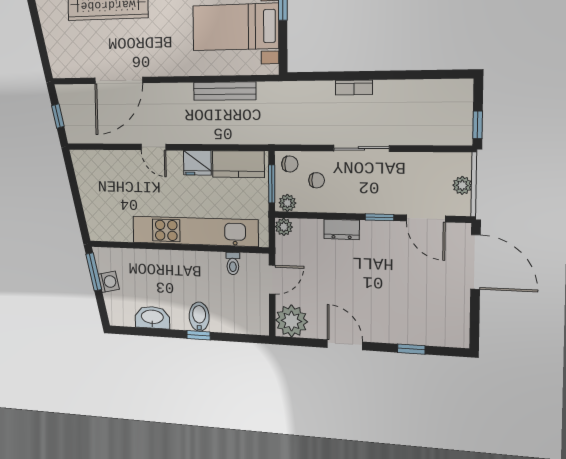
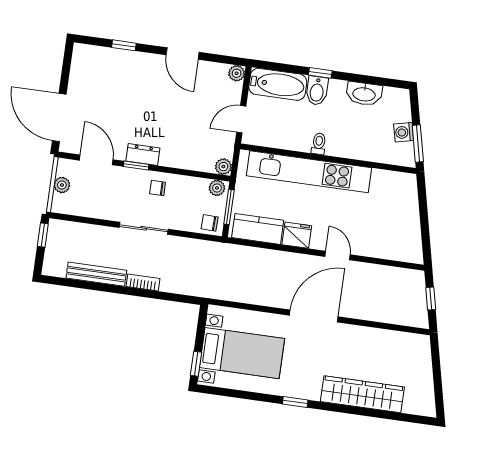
door: (119, 80) -> (314, 316), moved
bench: (225, 91) -> (96, 274), moved
chair: (317, 180) -> (158, 188), moved
dresser: (342, 229) -> (143, 154), moved
toilet: (233, 264) -> (319, 144), moved
bathtub: (240, 320) -> (278, 84), added
plant: (291, 321) -> (237, 73), width x0.53, depth x0.53

